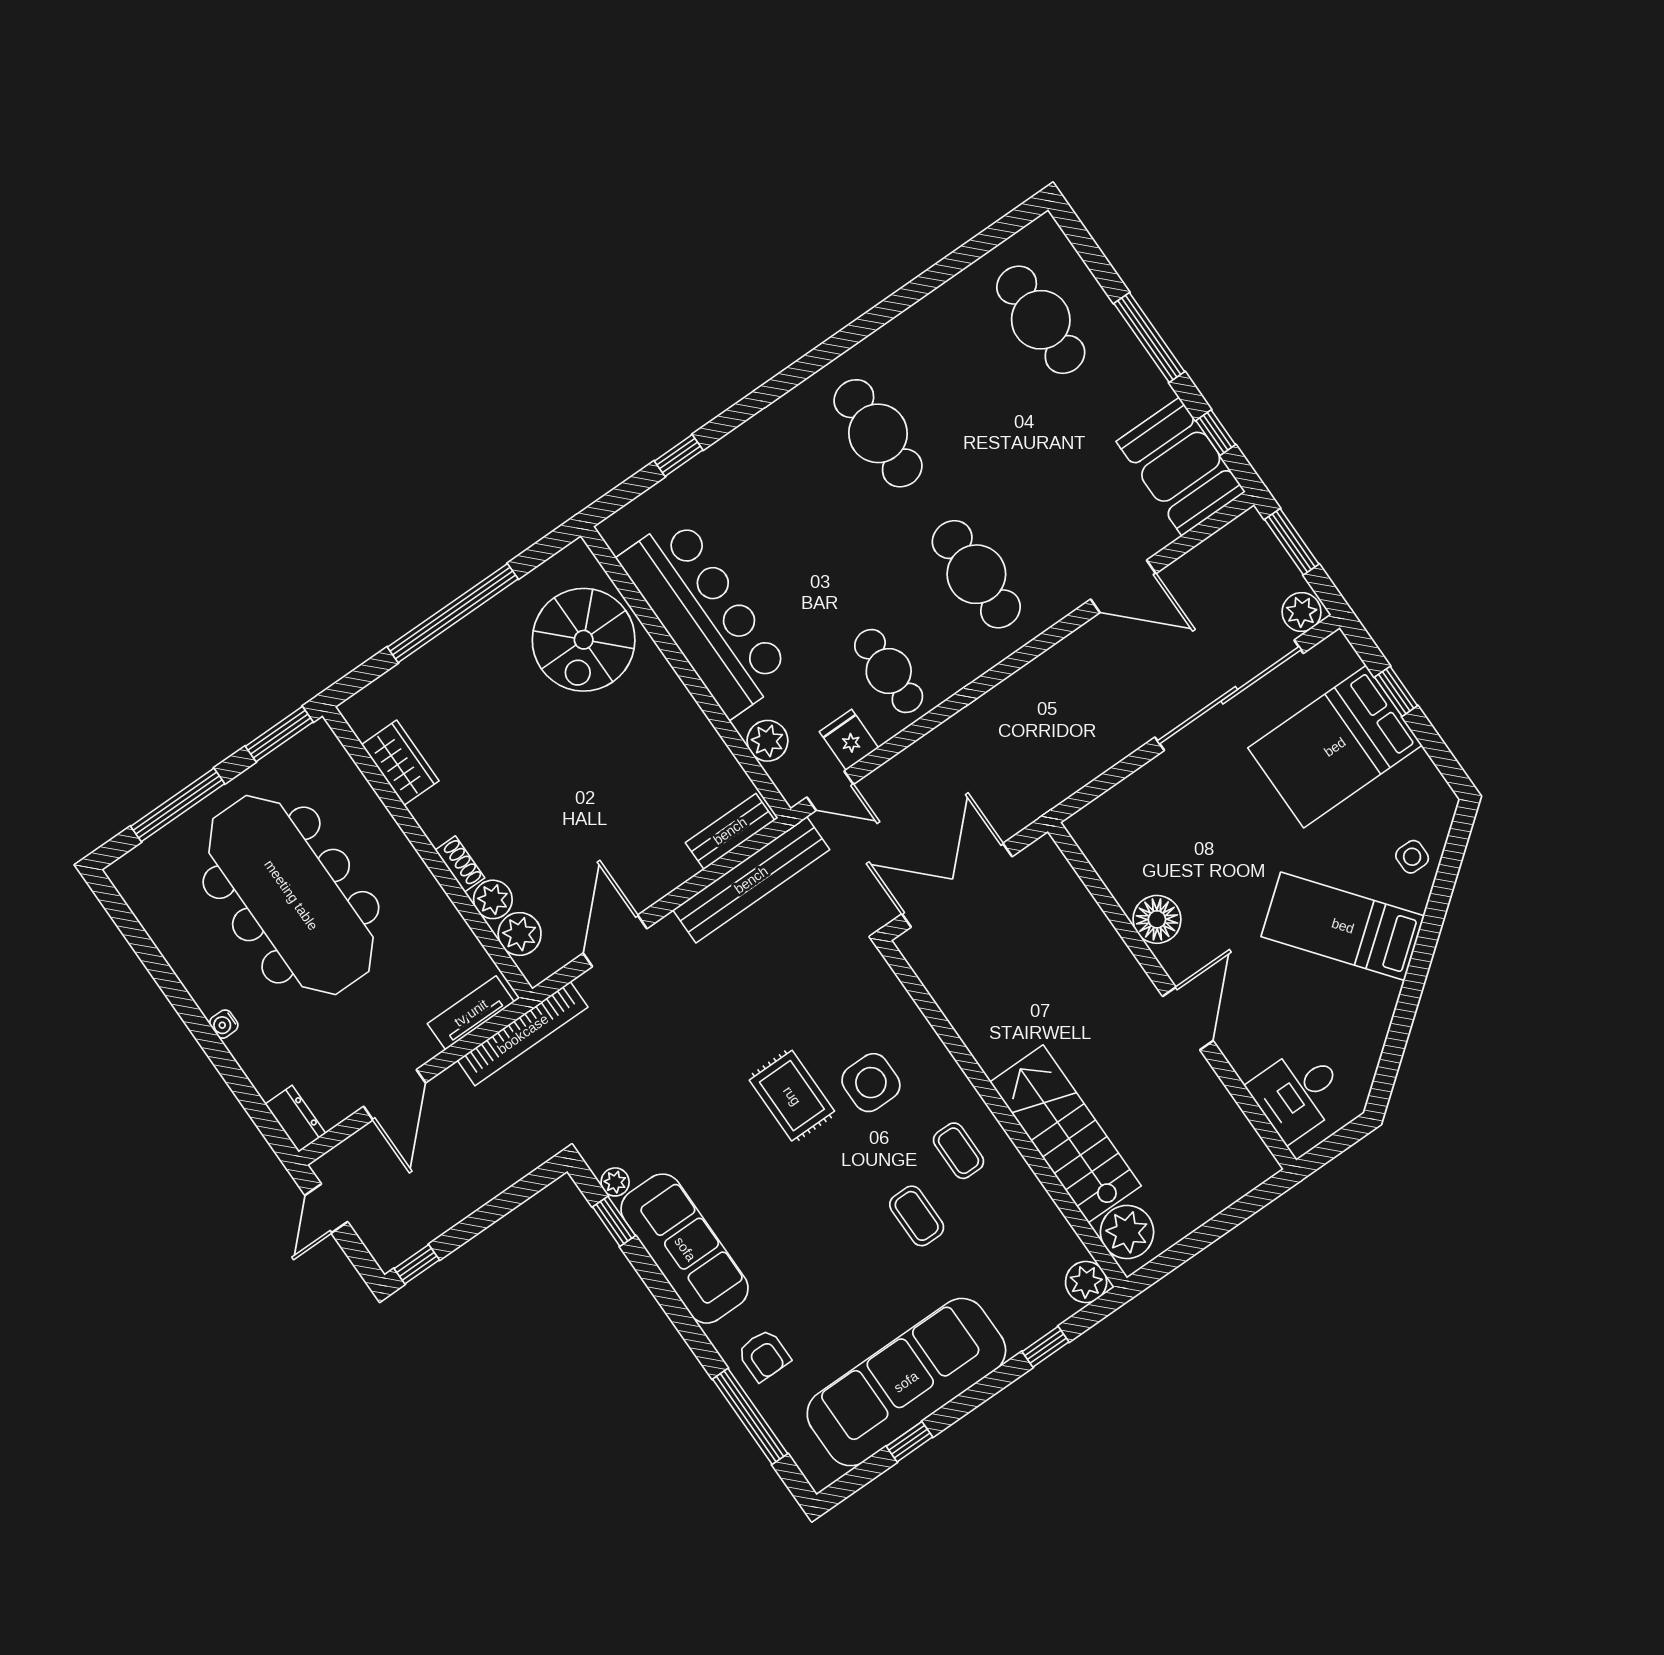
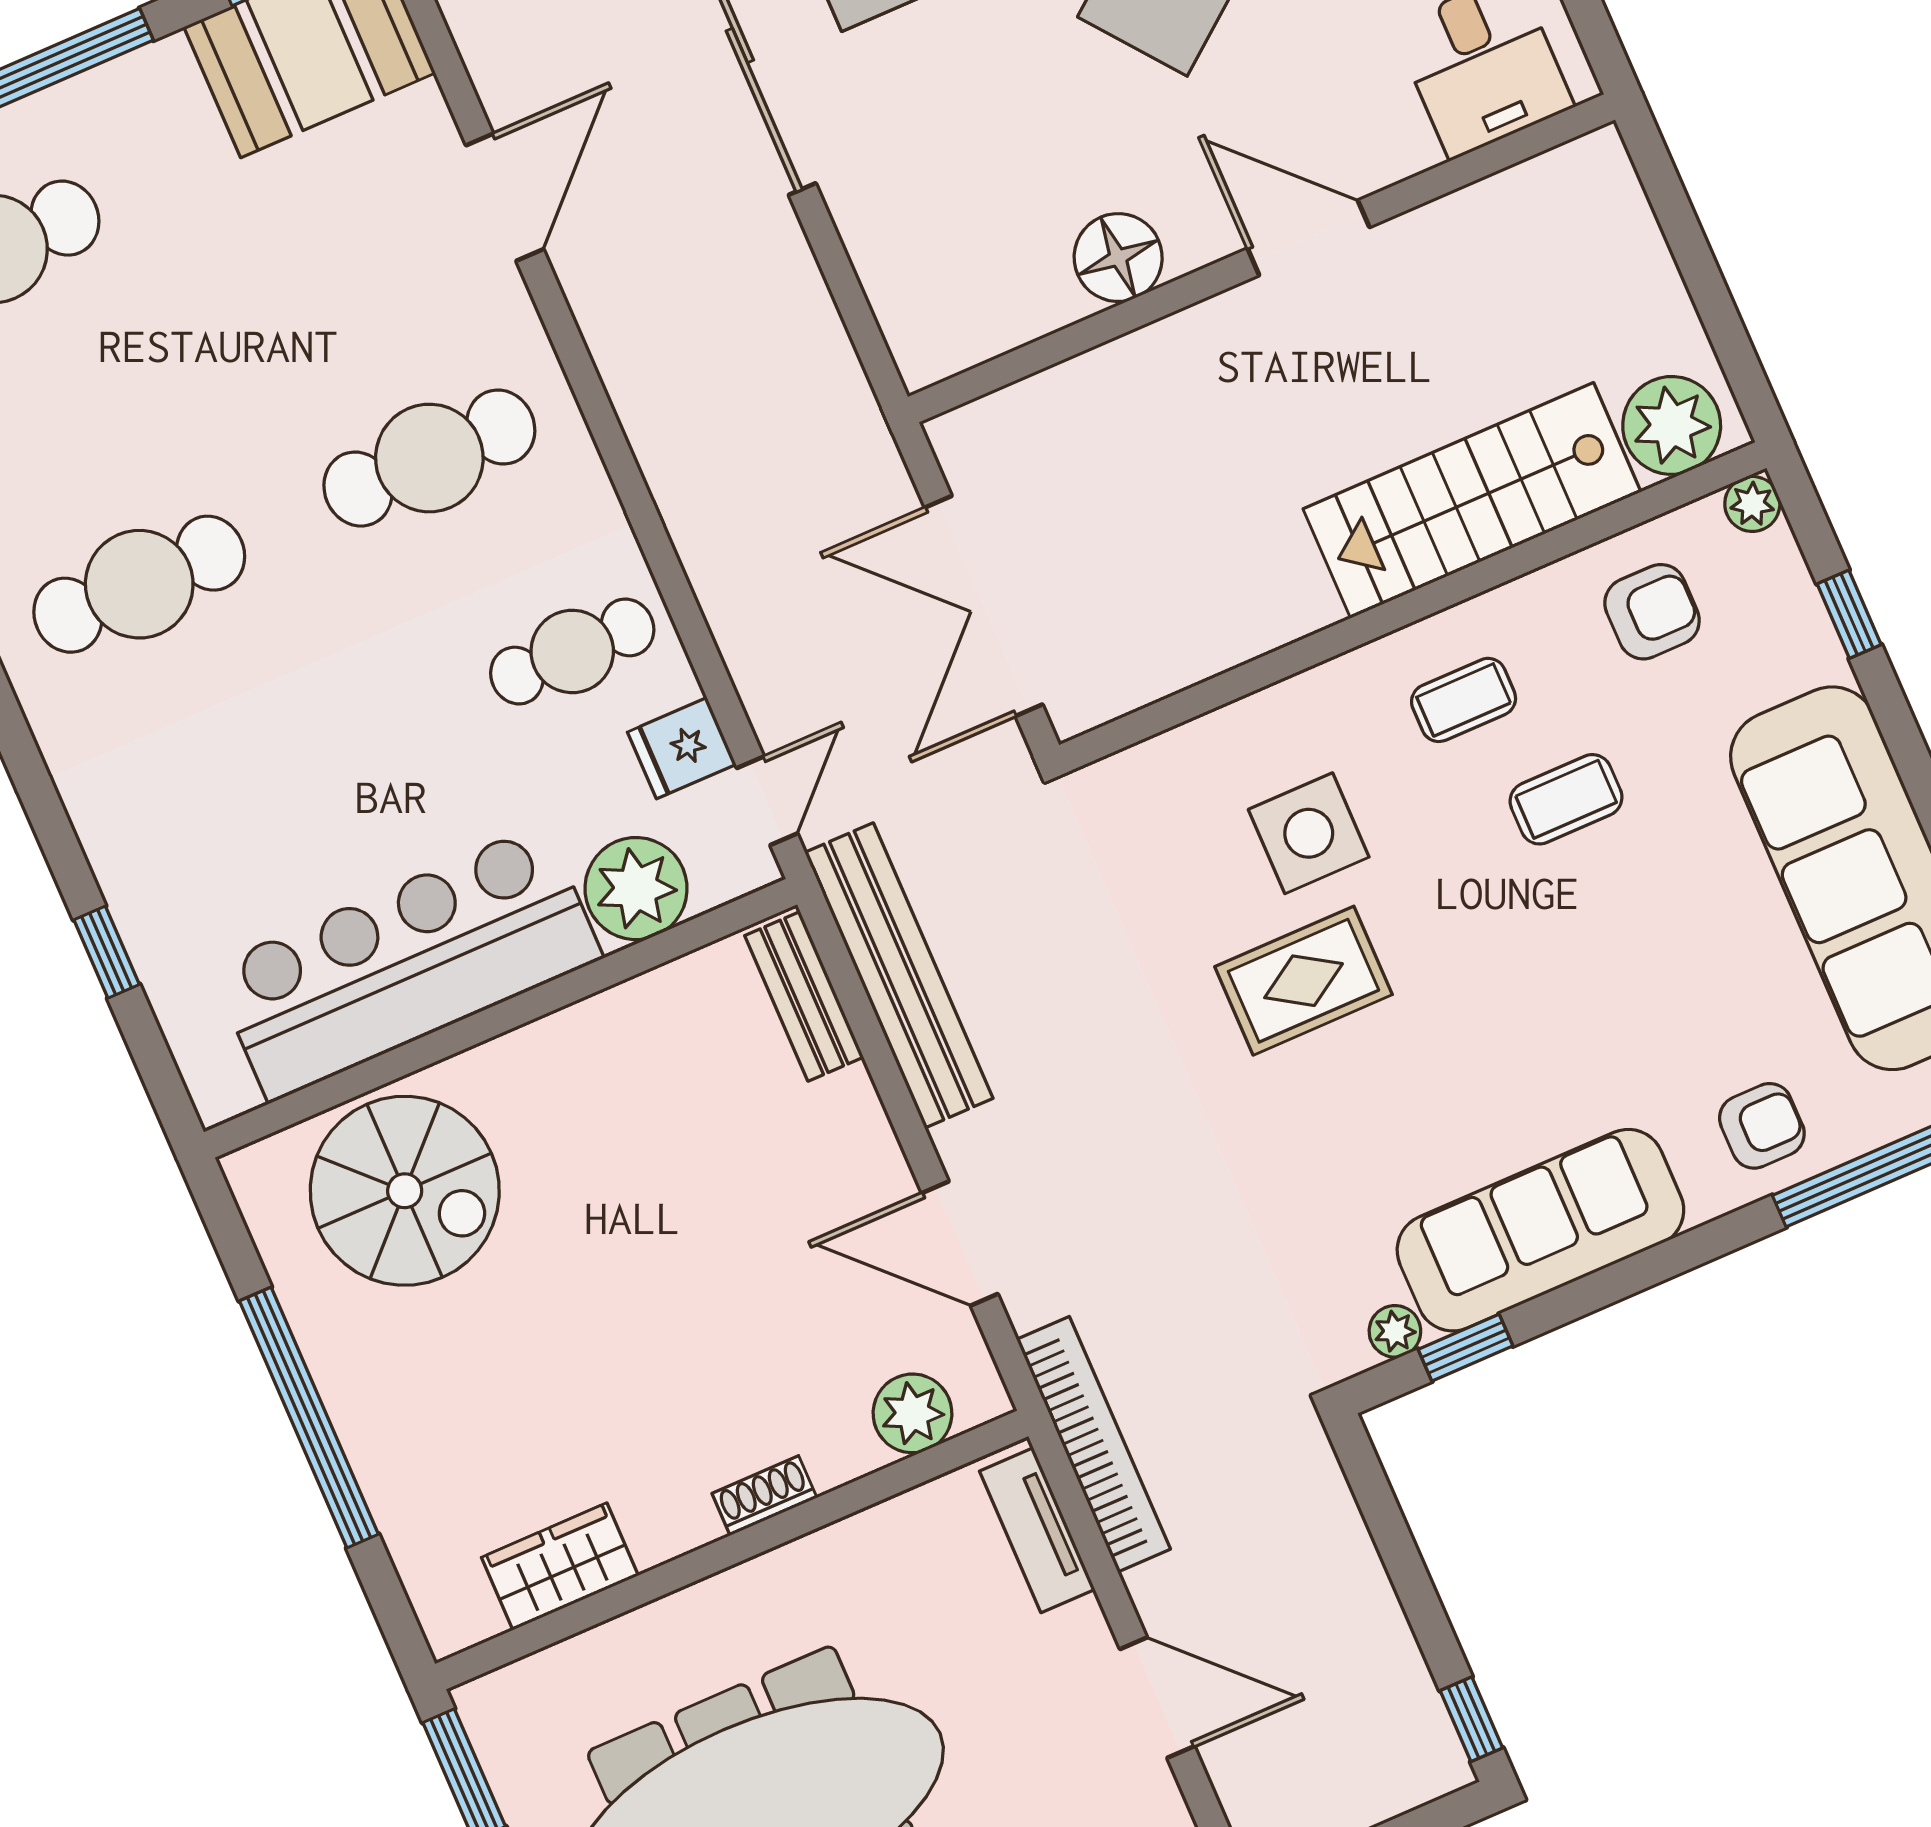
plant: (767, 741) -> (636, 889), width x1.36, depth x1.36
plant: (493, 899) -> (840, 1449), removed
armchair: (1026, 1242) -> (1652, 612), added
plant: (1086, 1282) -> (1752, 504), width x0.73, depth x0.73

